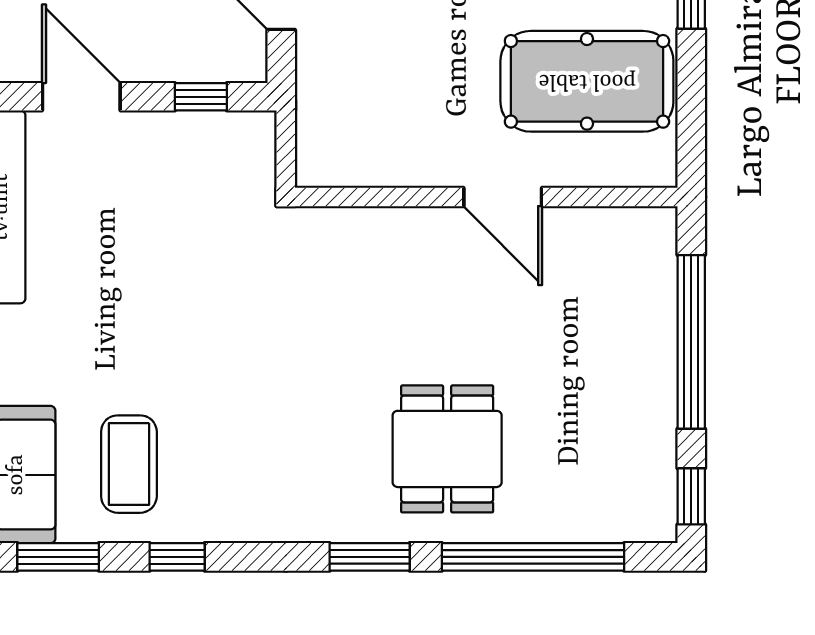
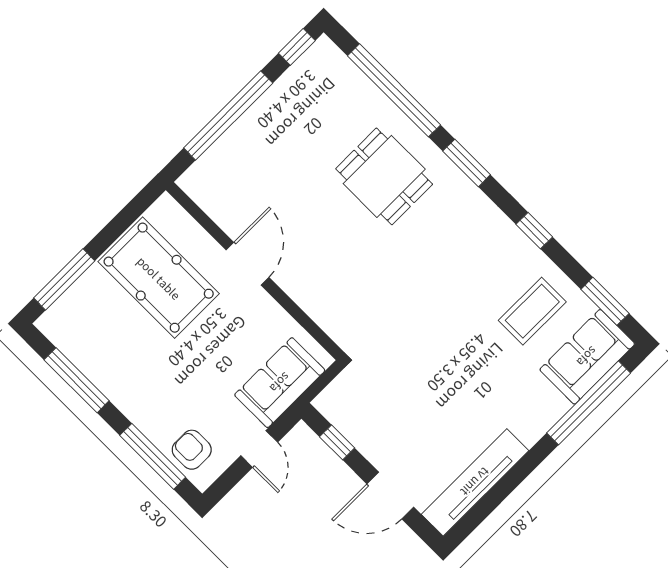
door: (81, 97) -> (390, 495), hinge flipped
sofa: (333, 99) -> (280, 383), added
dining table: (447, 449) -> (384, 176), turned 90
window: (177, 557) -> (534, 231), moved

